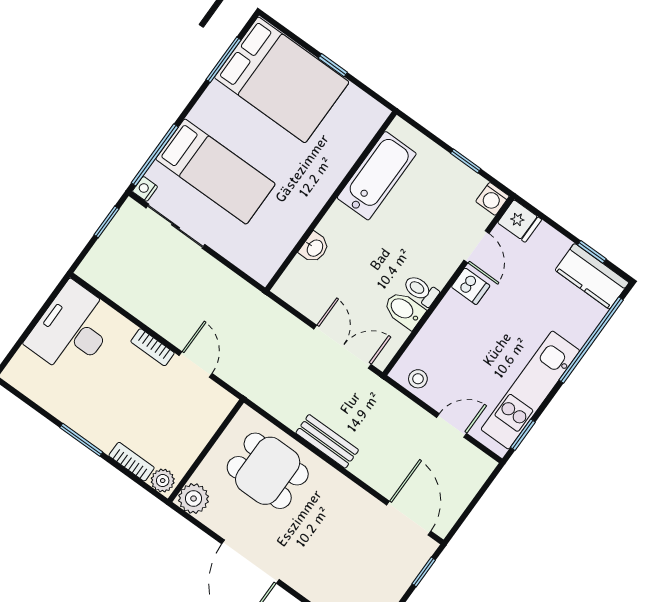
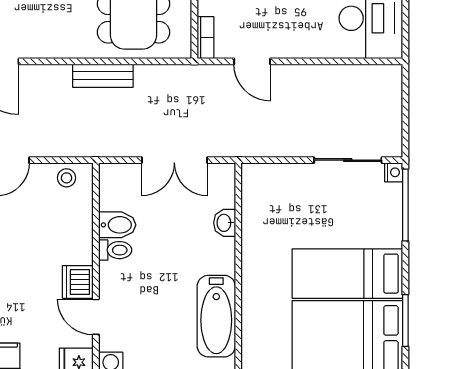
bed: (215, 172) -> (347, 274), moved
window: (107, 222) -> (405, 124), removed
dishwasher: (471, 286) -> (78, 282), width x1.38
bookcase: (153, 347) -> (206, 38), moved, turned 90
double door: (342, 347) -> (174, 160), moved

